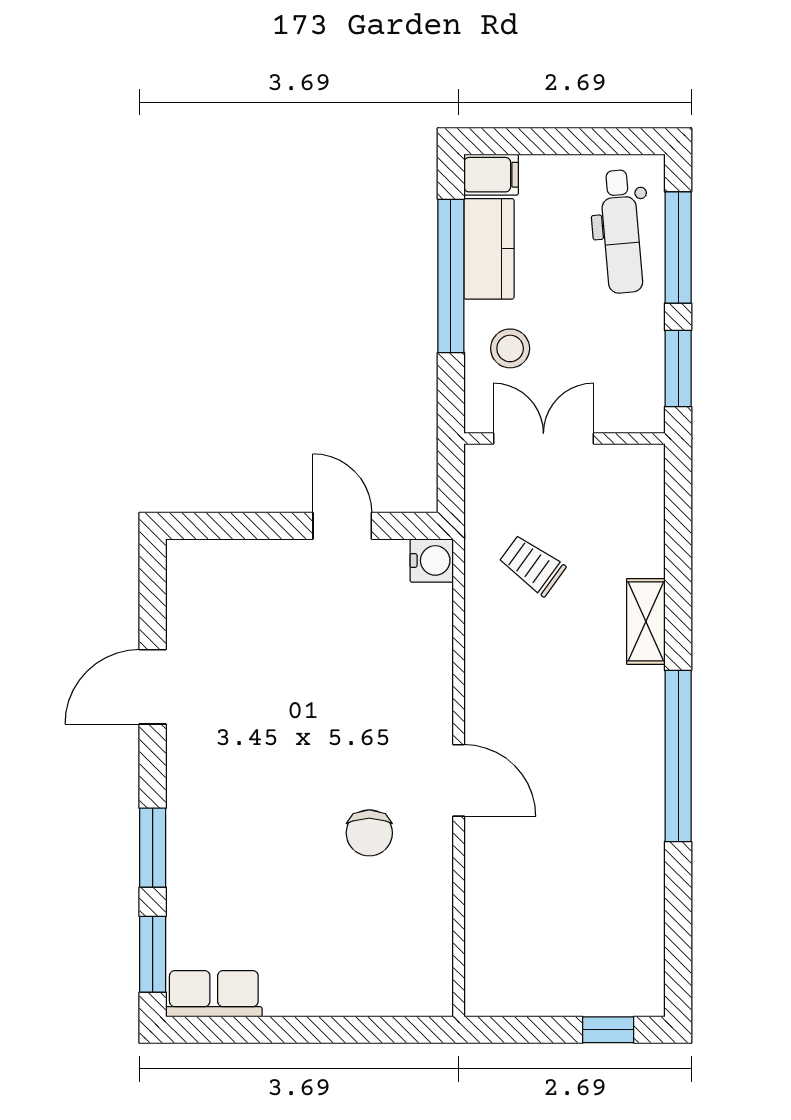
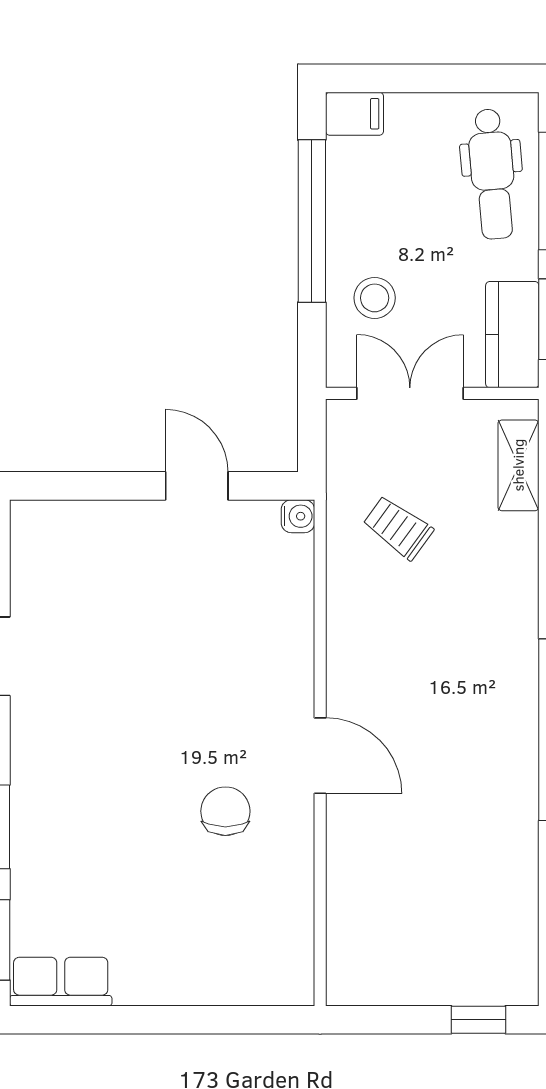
kitchen counter: (489, 249) -> (512, 335), moved, turned 180
water cooler: (432, 560) -> (298, 516), width x0.72, depth x0.72
shelving: (646, 621) -> (518, 465), moved
chair: (369, 833) -> (225, 811), turned 180

